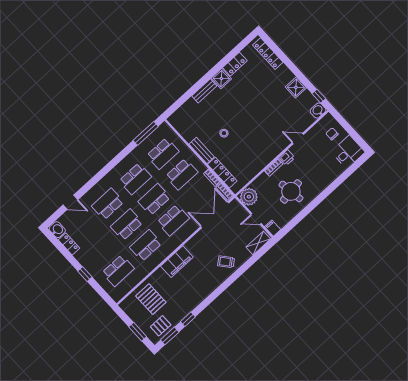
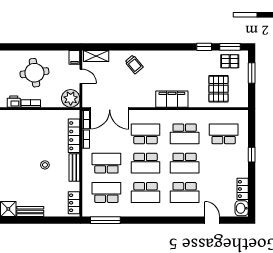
locker: (179, 125) -> (74, 203), added
school desk: (135, 179) -> (145, 193), turned 180

